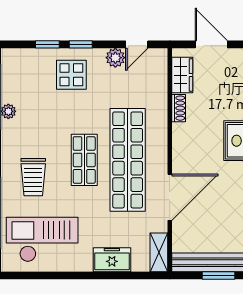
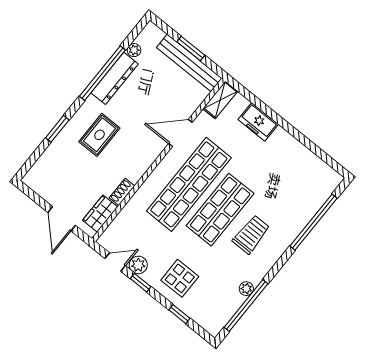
window: (81, 44) -> (141, 283), moved
shop shelf: (84, 160) -> (220, 210), width x1.43, depth x1.36
trolley: (33, 177) -> (251, 234), moved
door: (170, 197) -> (180, 133), width x0.73
checkout: (42, 239) -> (297, 177), removed

